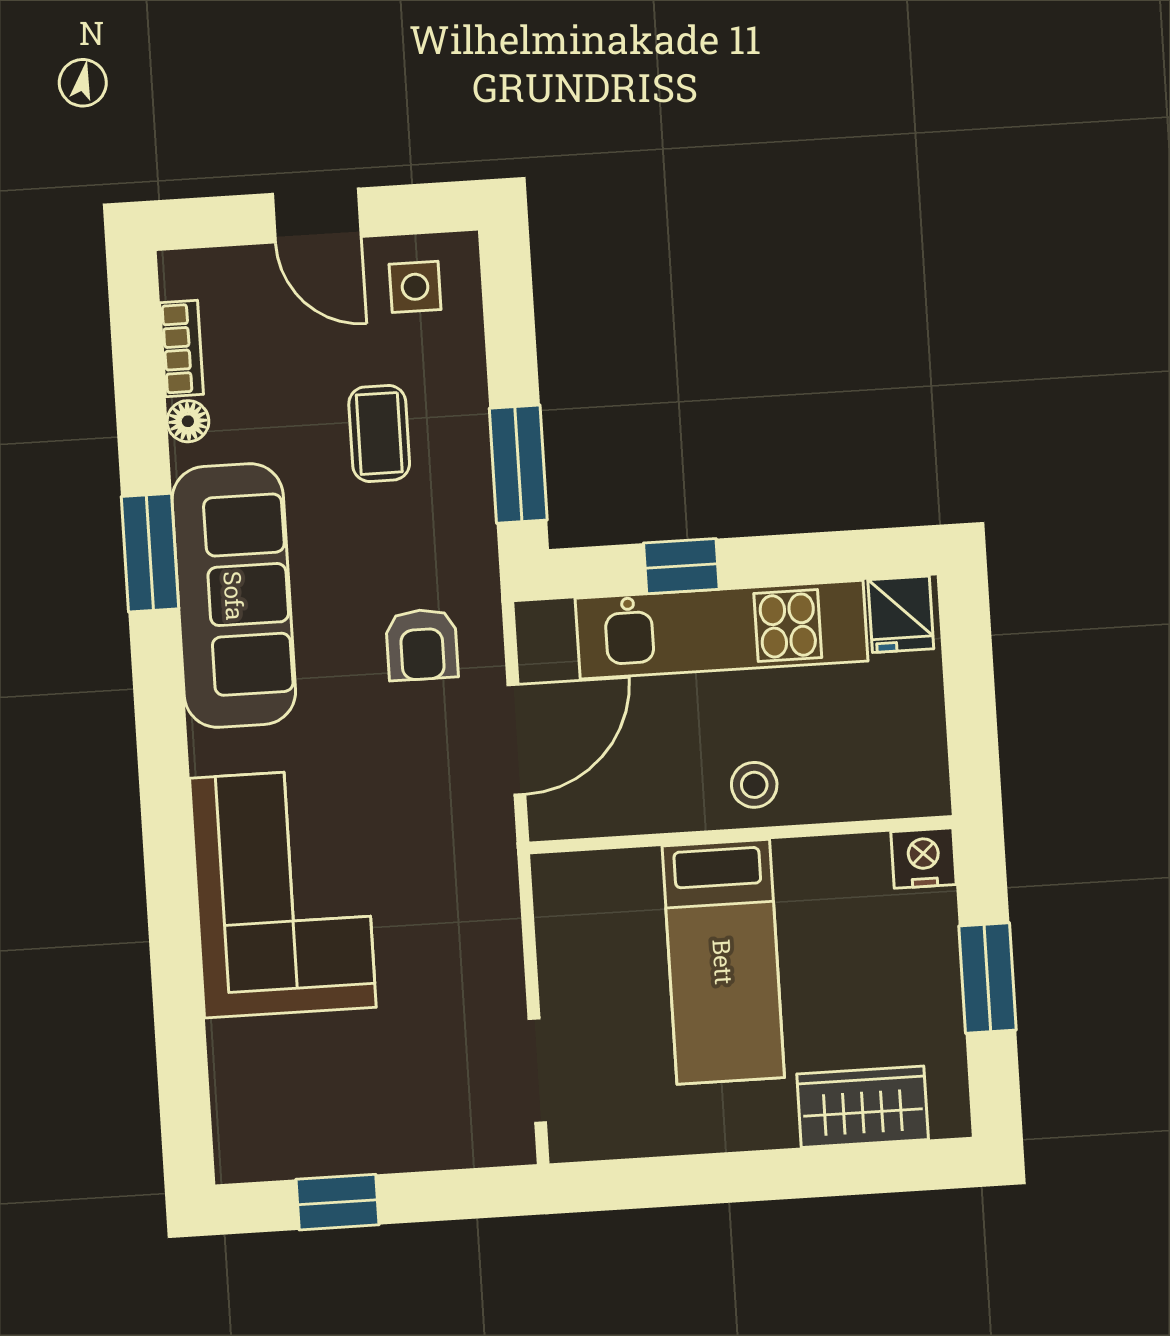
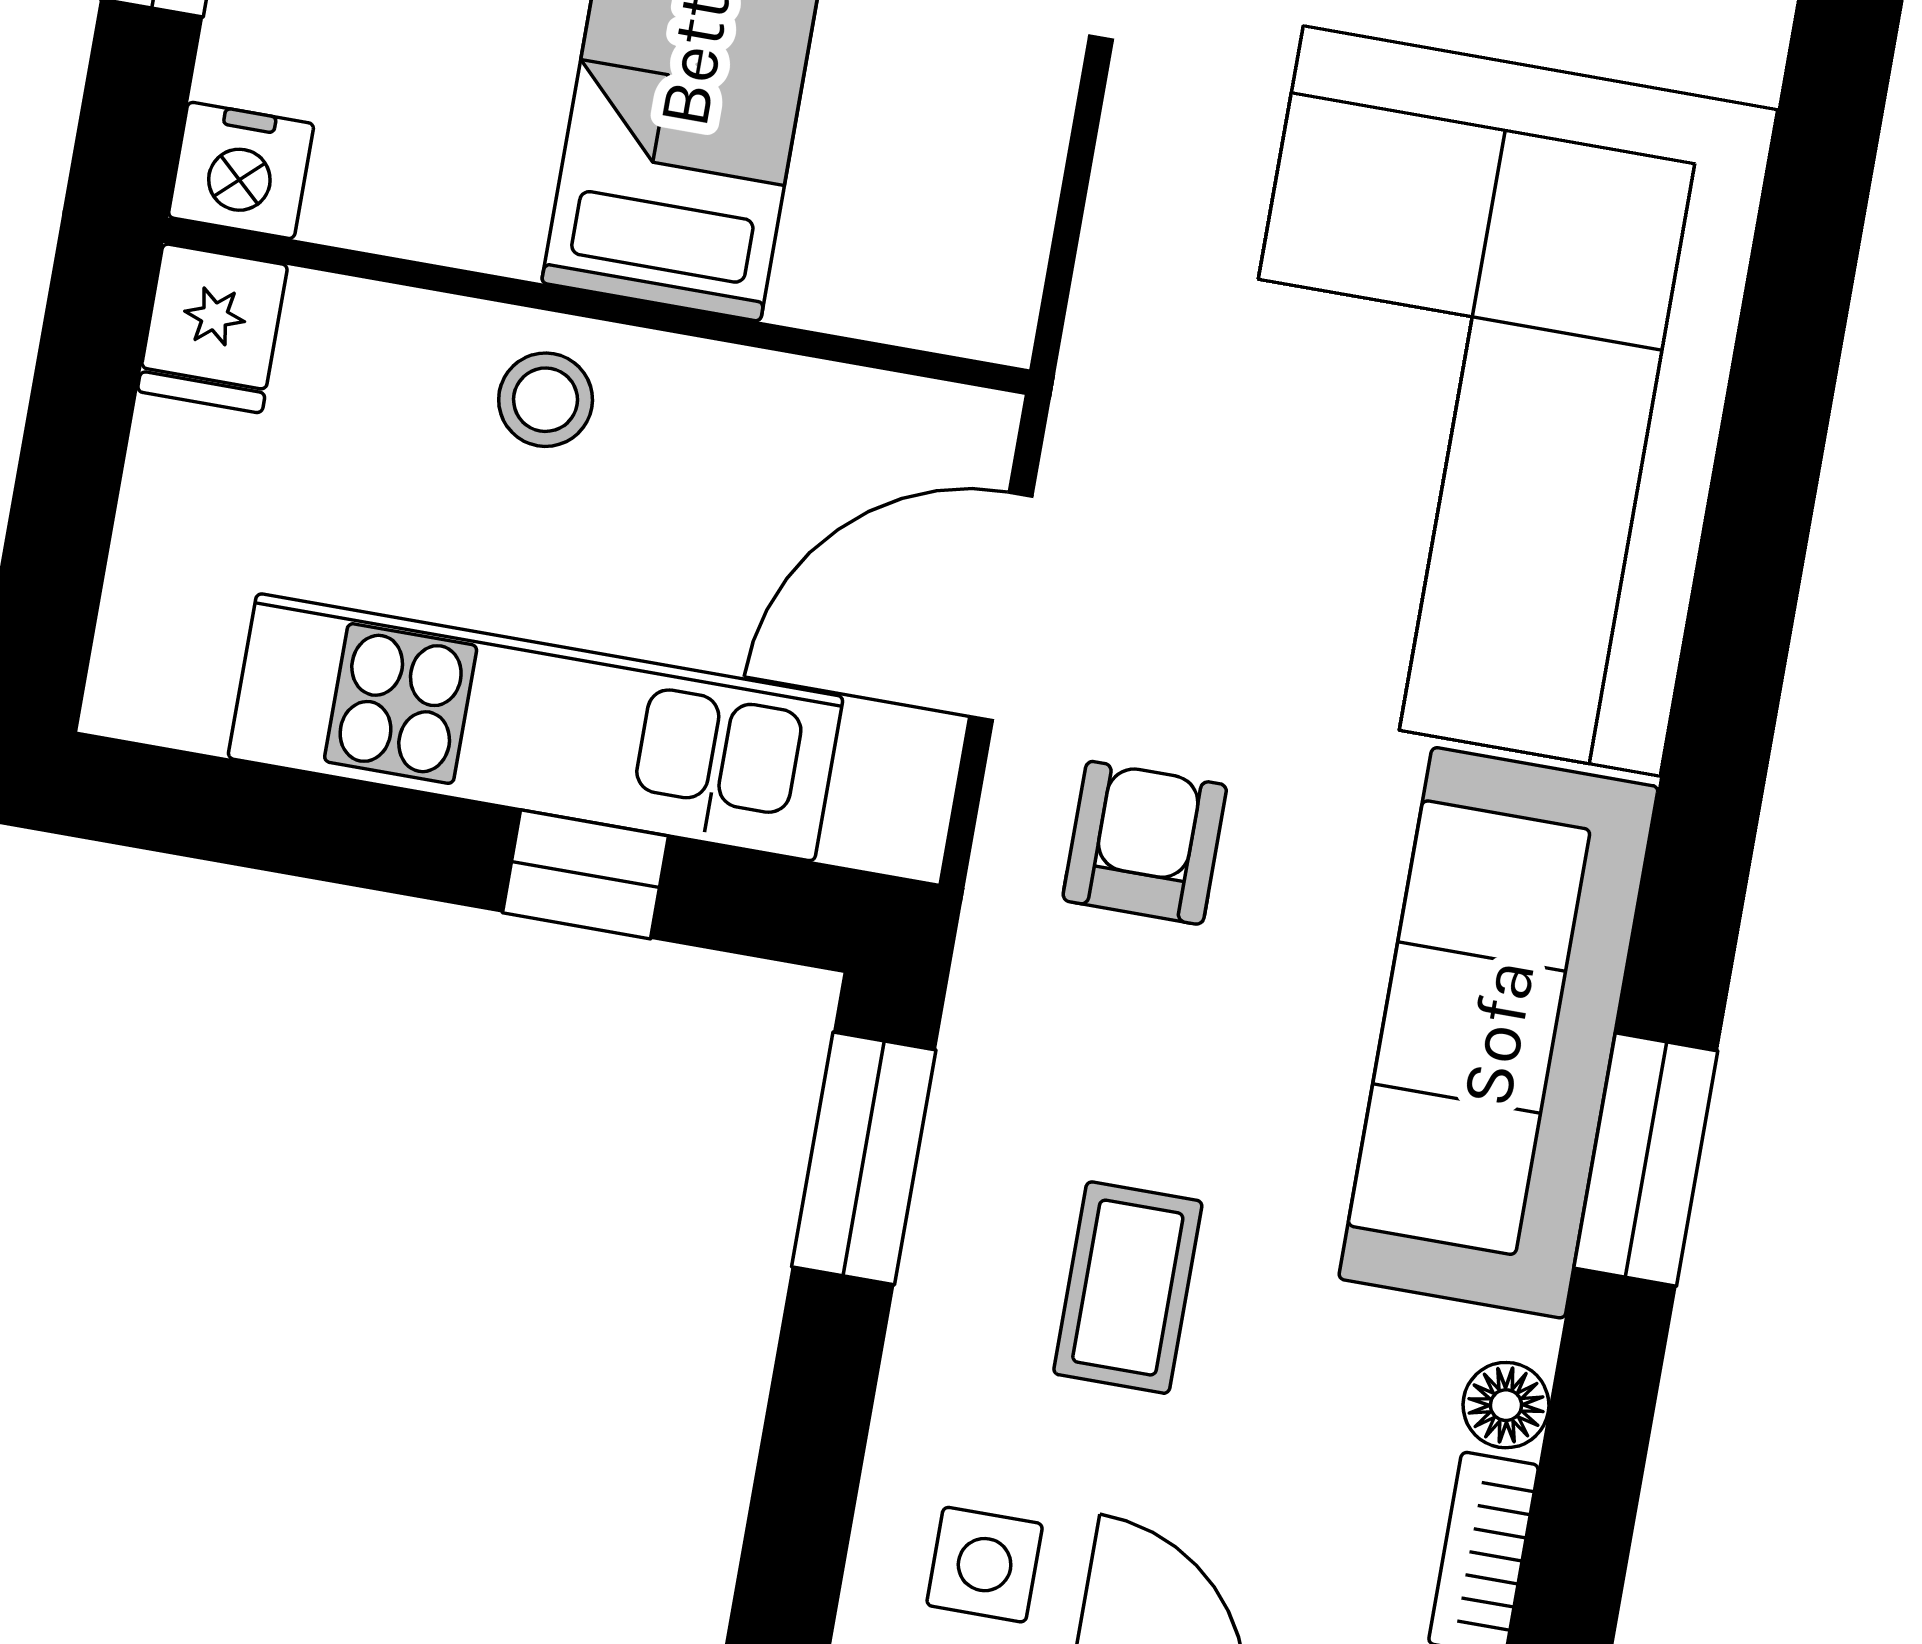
fridge: (901, 614) -> (212, 328), moved, turned 180
corner sofa: (283, 893) -> (1482, 401), width x1.36, depth x1.36

